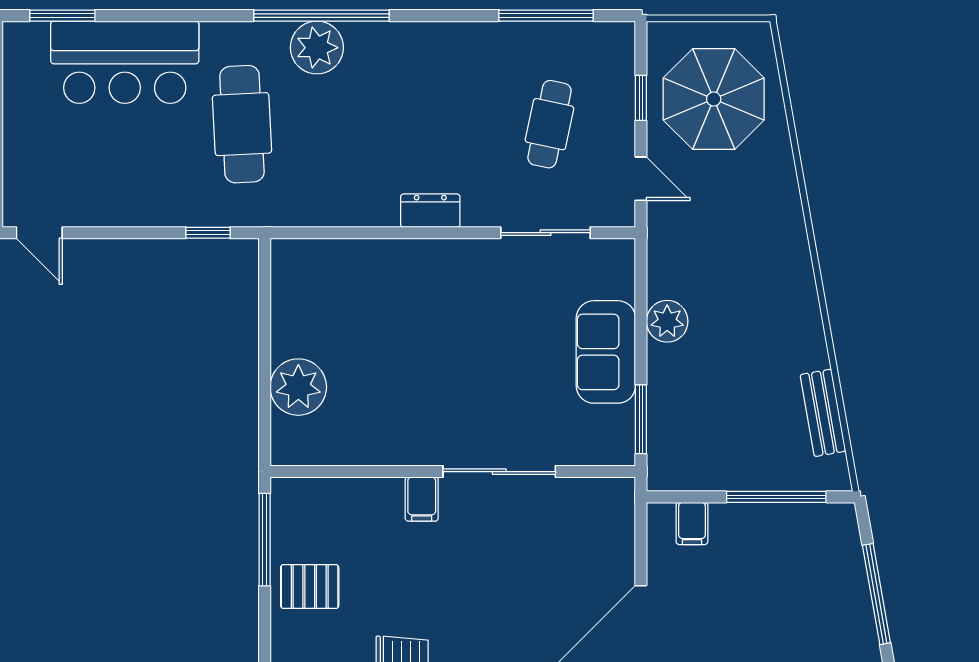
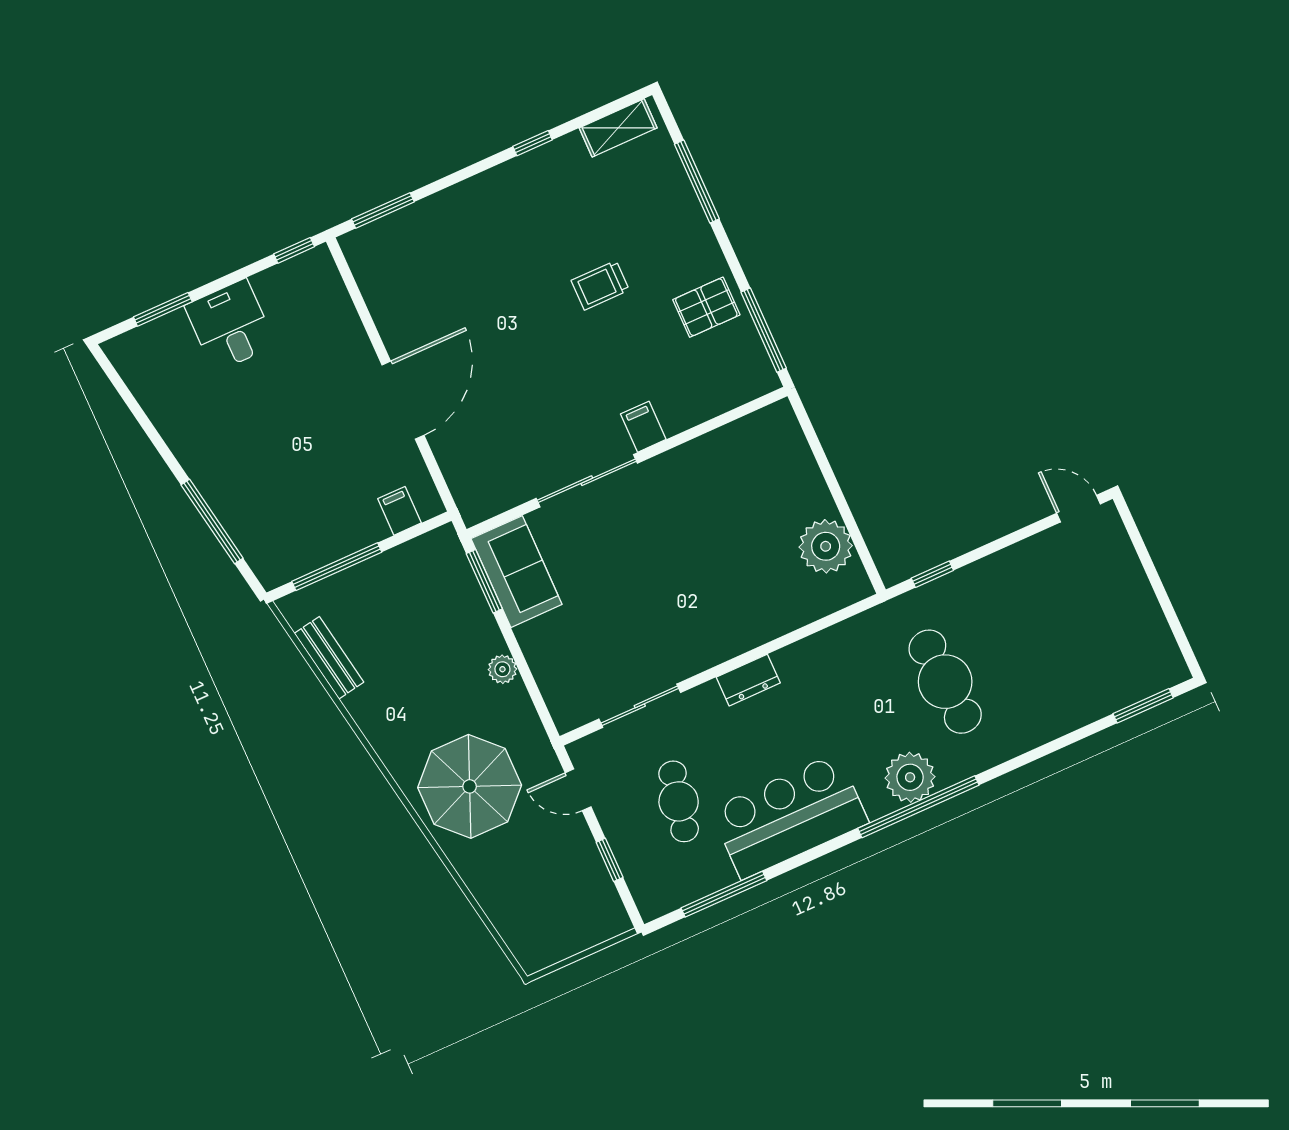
bar counter: (125, 62) -> (789, 816), moved
parasol: (714, 99) -> (470, 786), moved
plant: (667, 321) -> (502, 669), width x0.73, depth x0.73
sofa: (606, 352) -> (517, 572), moved
plant: (298, 387) -> (826, 546), moved

